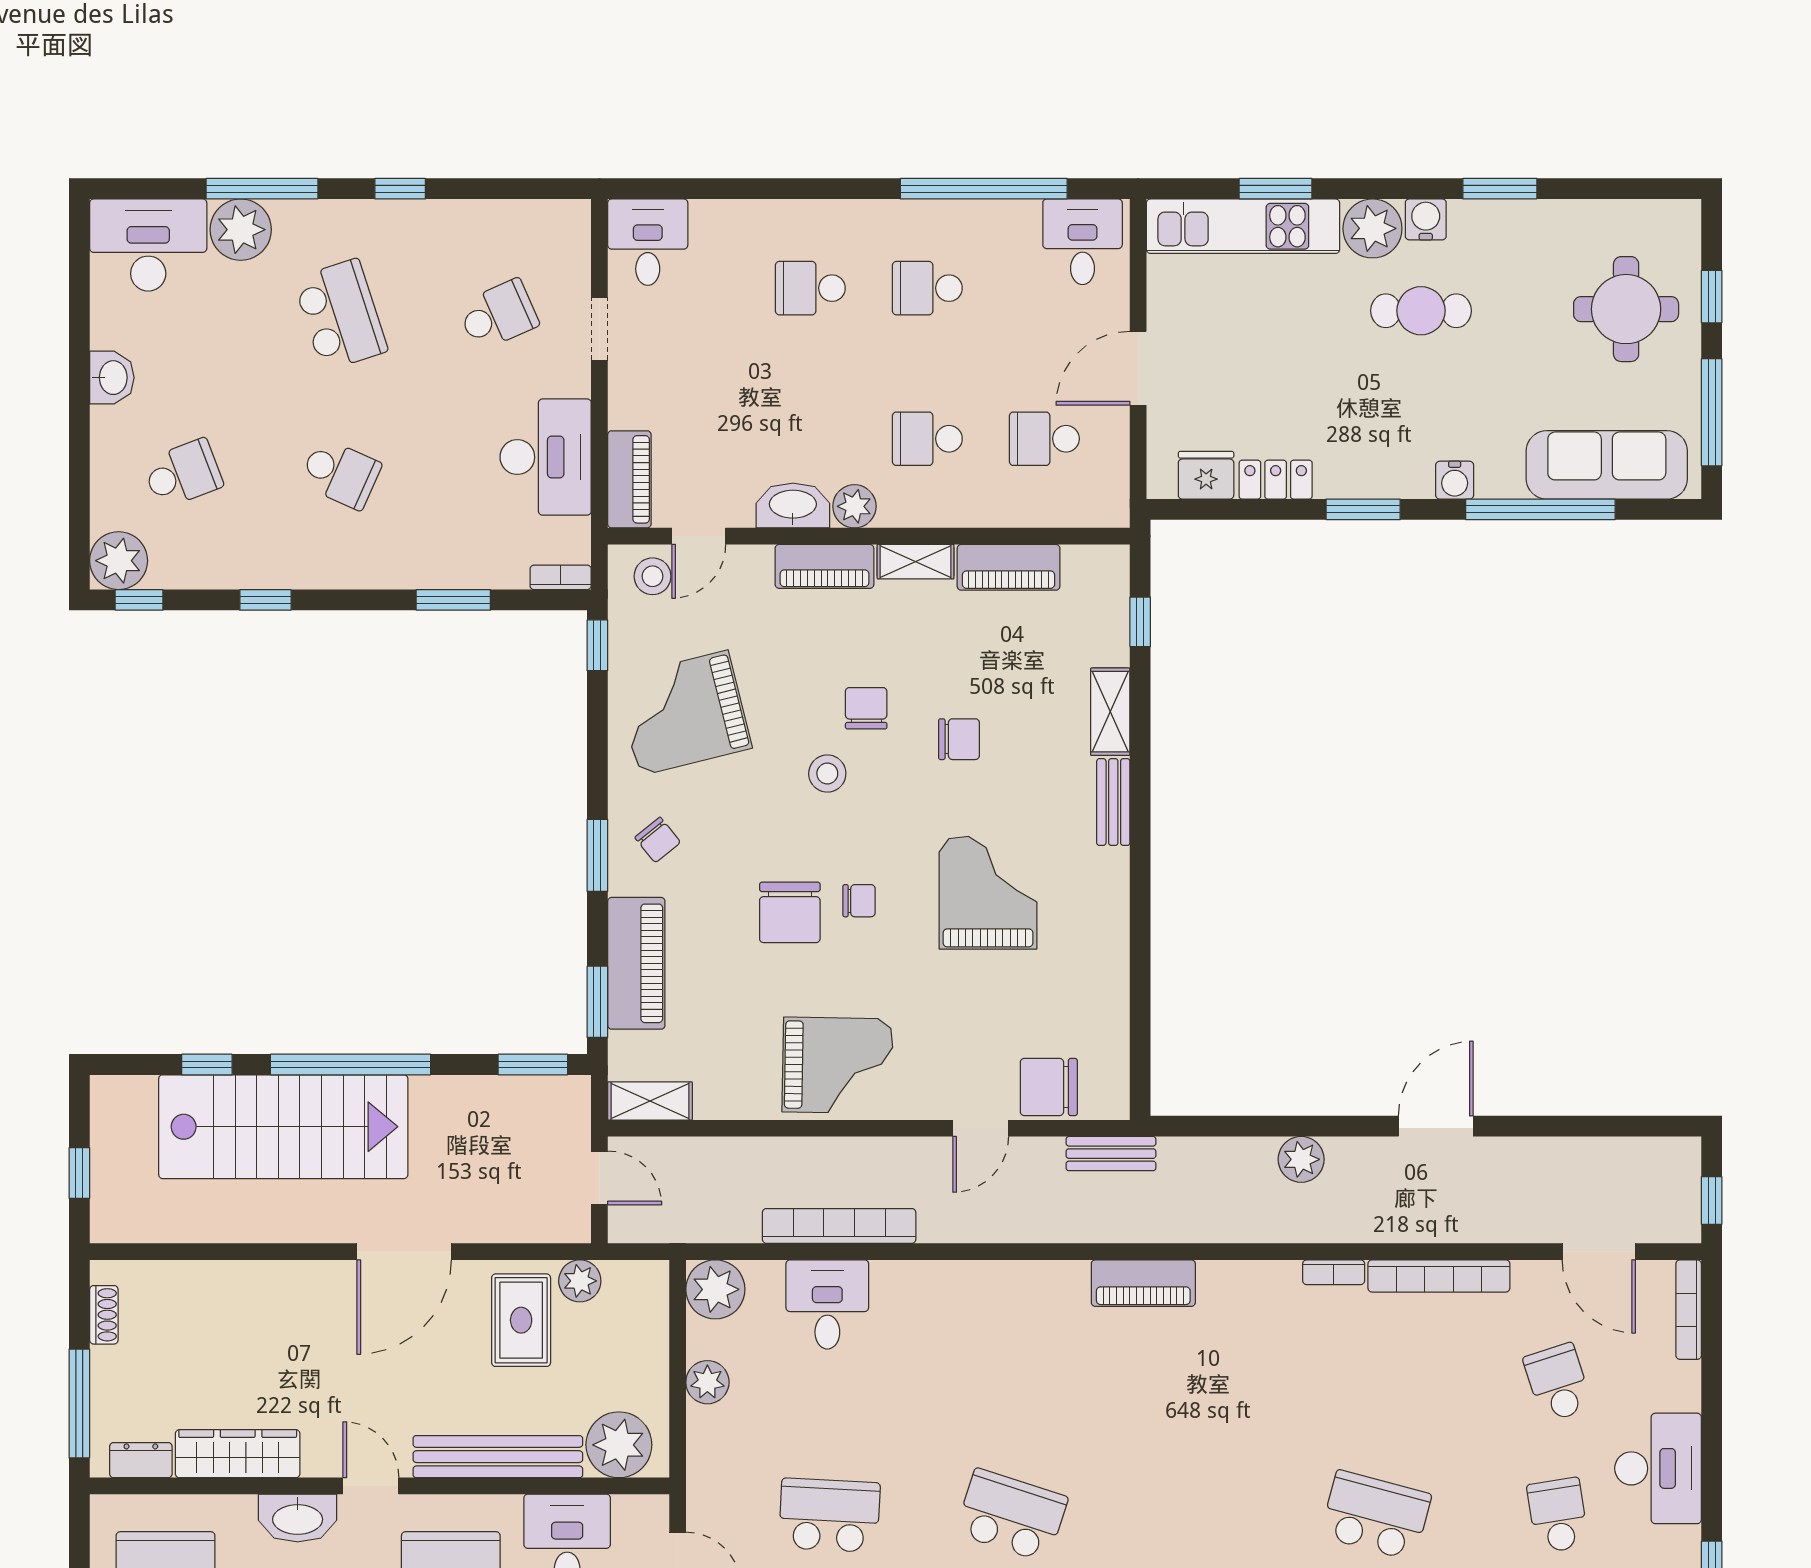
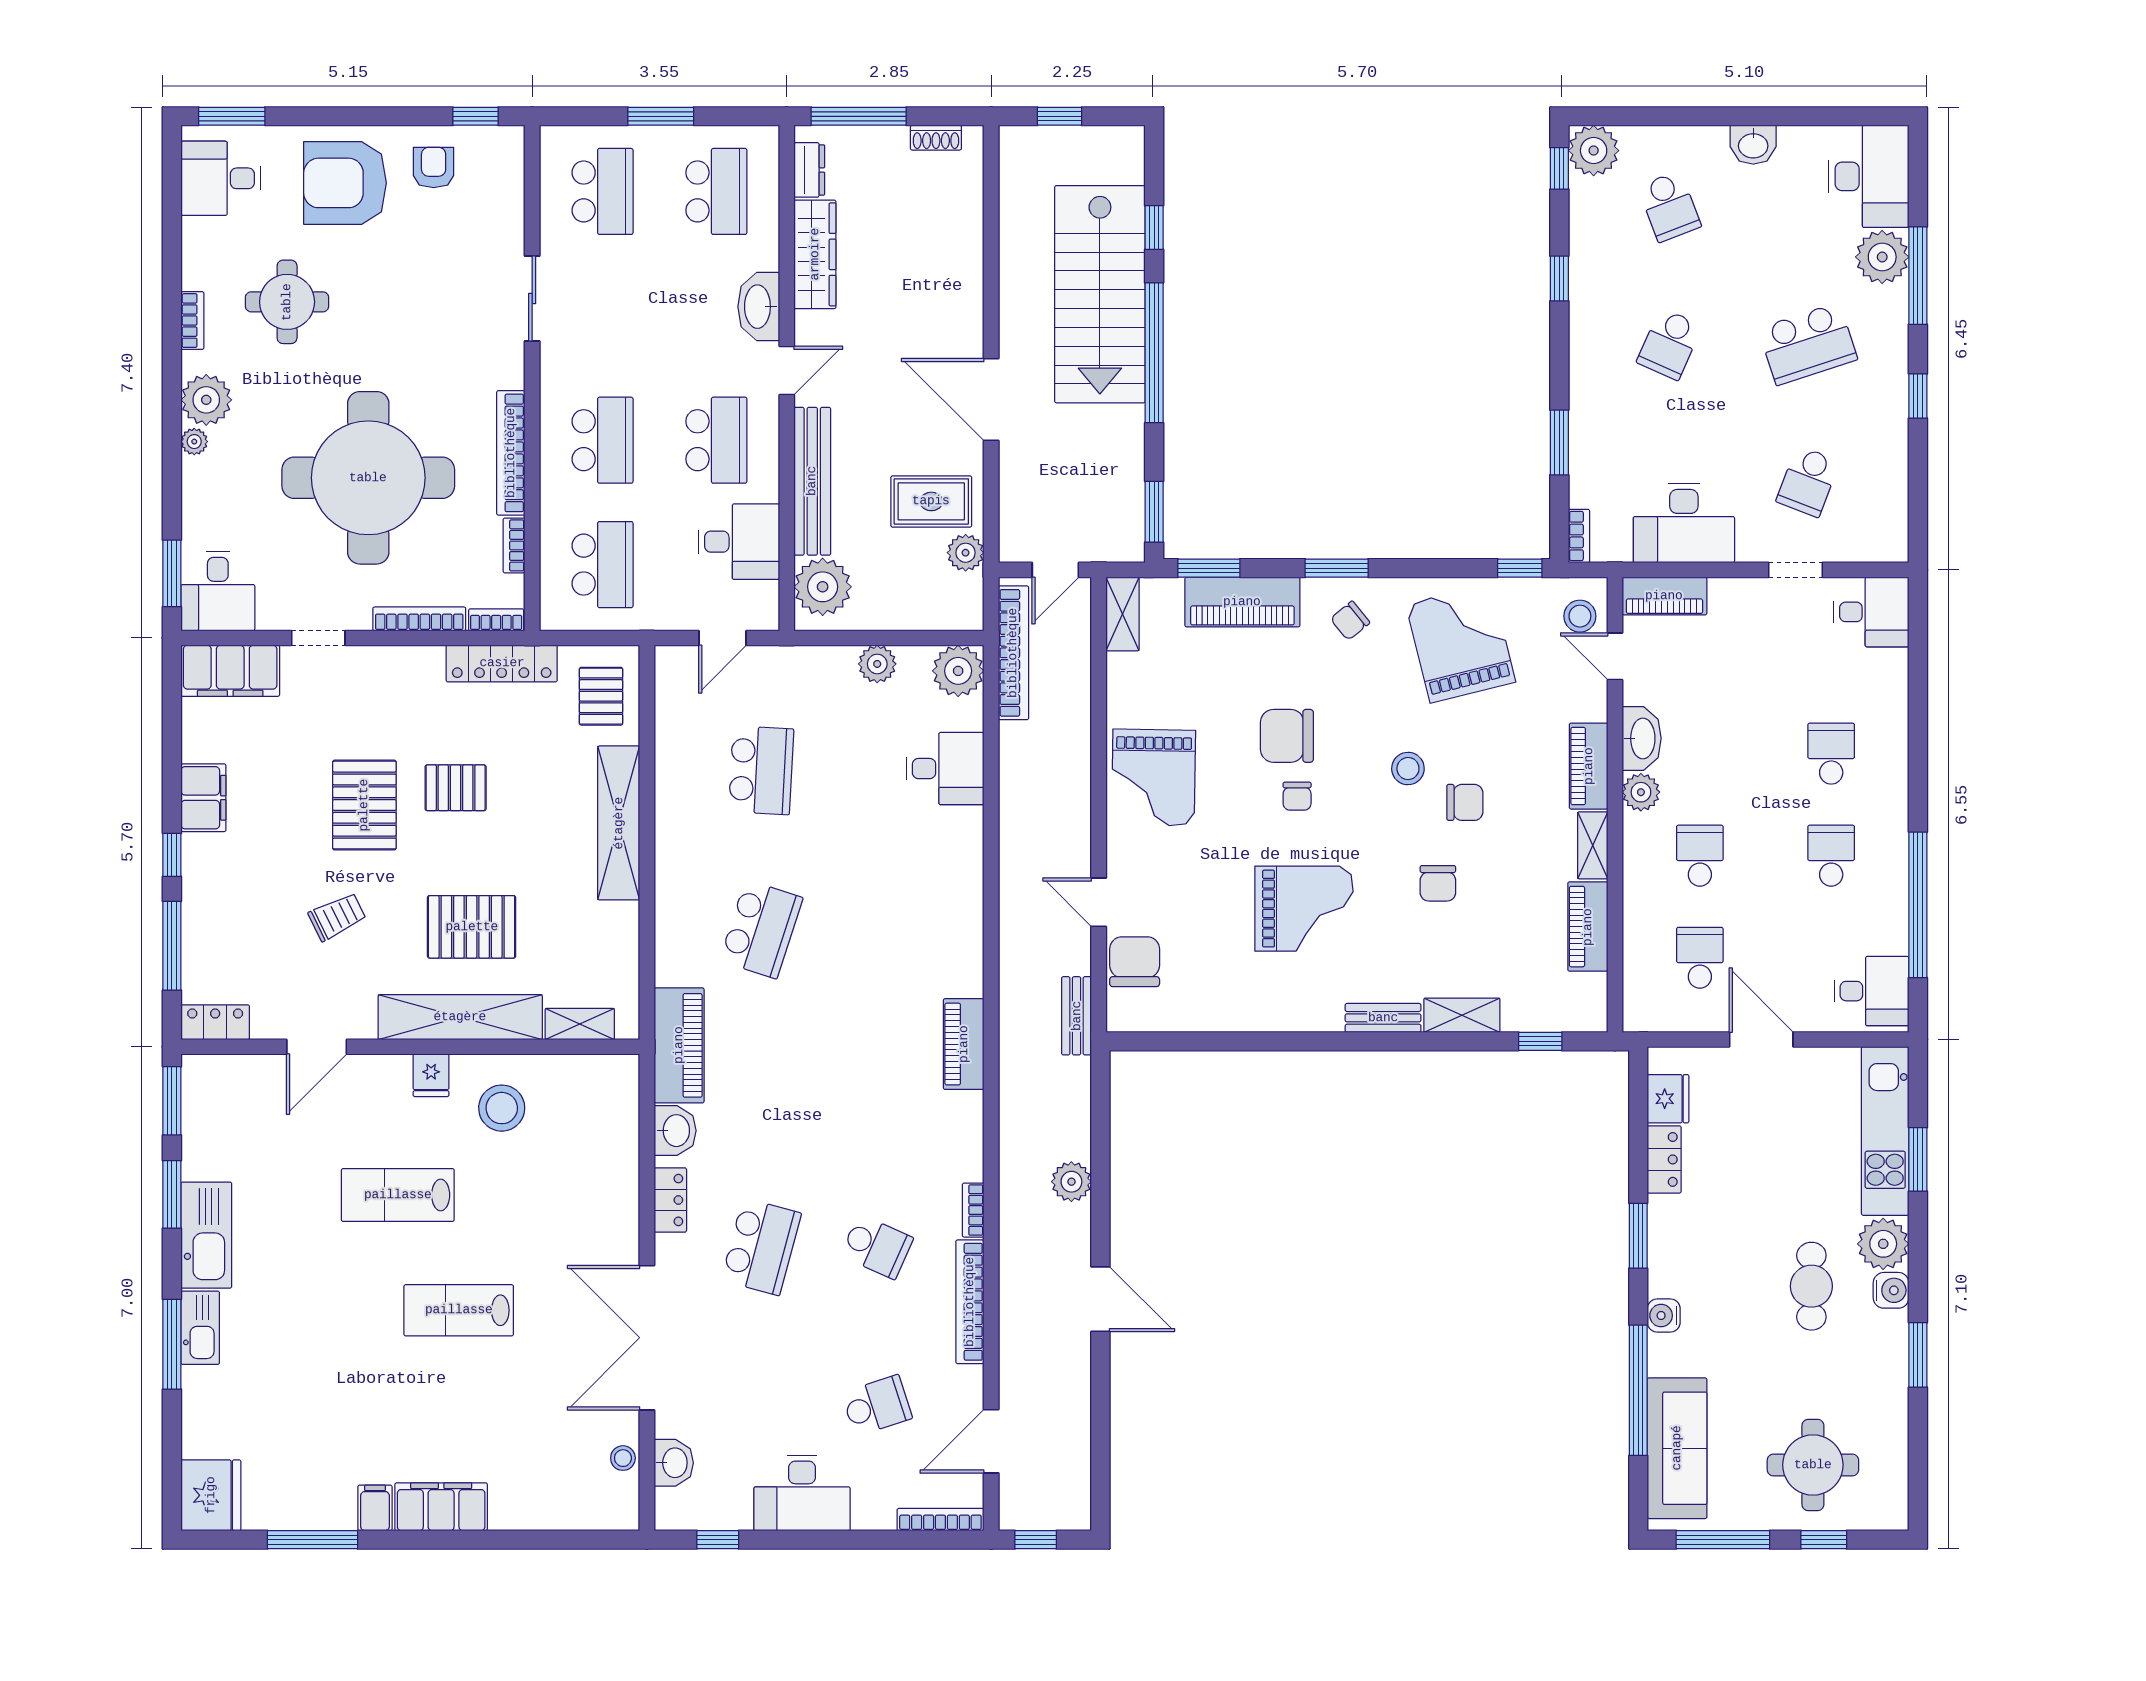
school desk: (498, 315) -> (1808, 481), turned 45
bookcase: (839, 1226) -> (1013, 653), moved
school desk: (1558, 1515) -> (877, 1247), moved, turned 33

